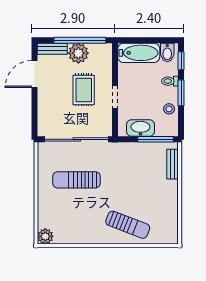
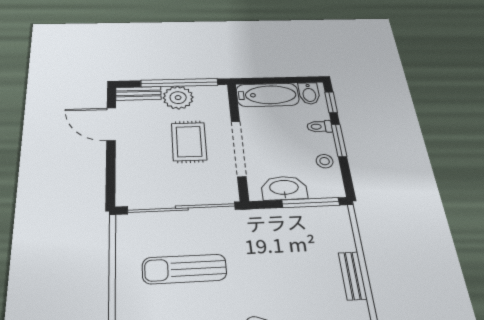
door: (35, 74) -> (111, 124), hinge flipped
doorway: (115, 97) -> (239, 149), width x1.87
bench: (173, 164) -> (353, 276), moved

